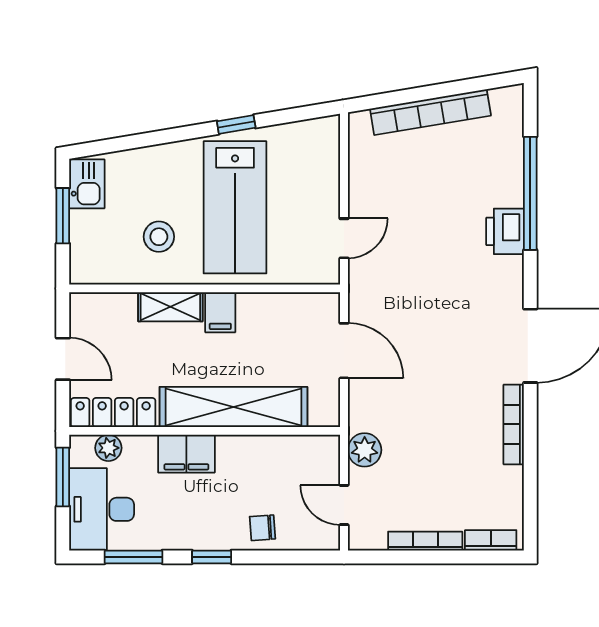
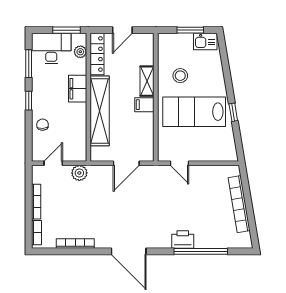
bookcase: (514, 424) -> (75, 243), moved

